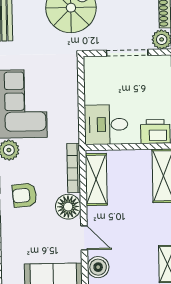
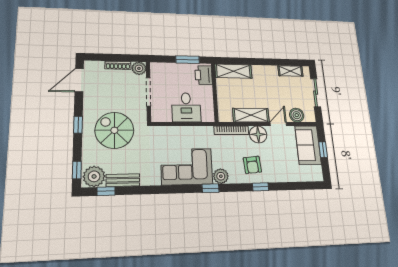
desk: (106, 125) -> (186, 107), moved
shelving: (96, 179) -> (251, 115), moved

